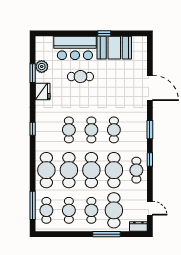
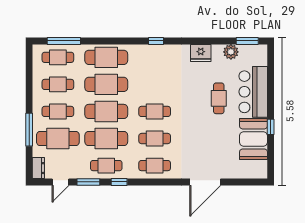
window: (33, 73) -> (247, 41), moved
cafe table: (69, 130) -> (155, 166), moved
window: (150, 130) -> (88, 182), moved

